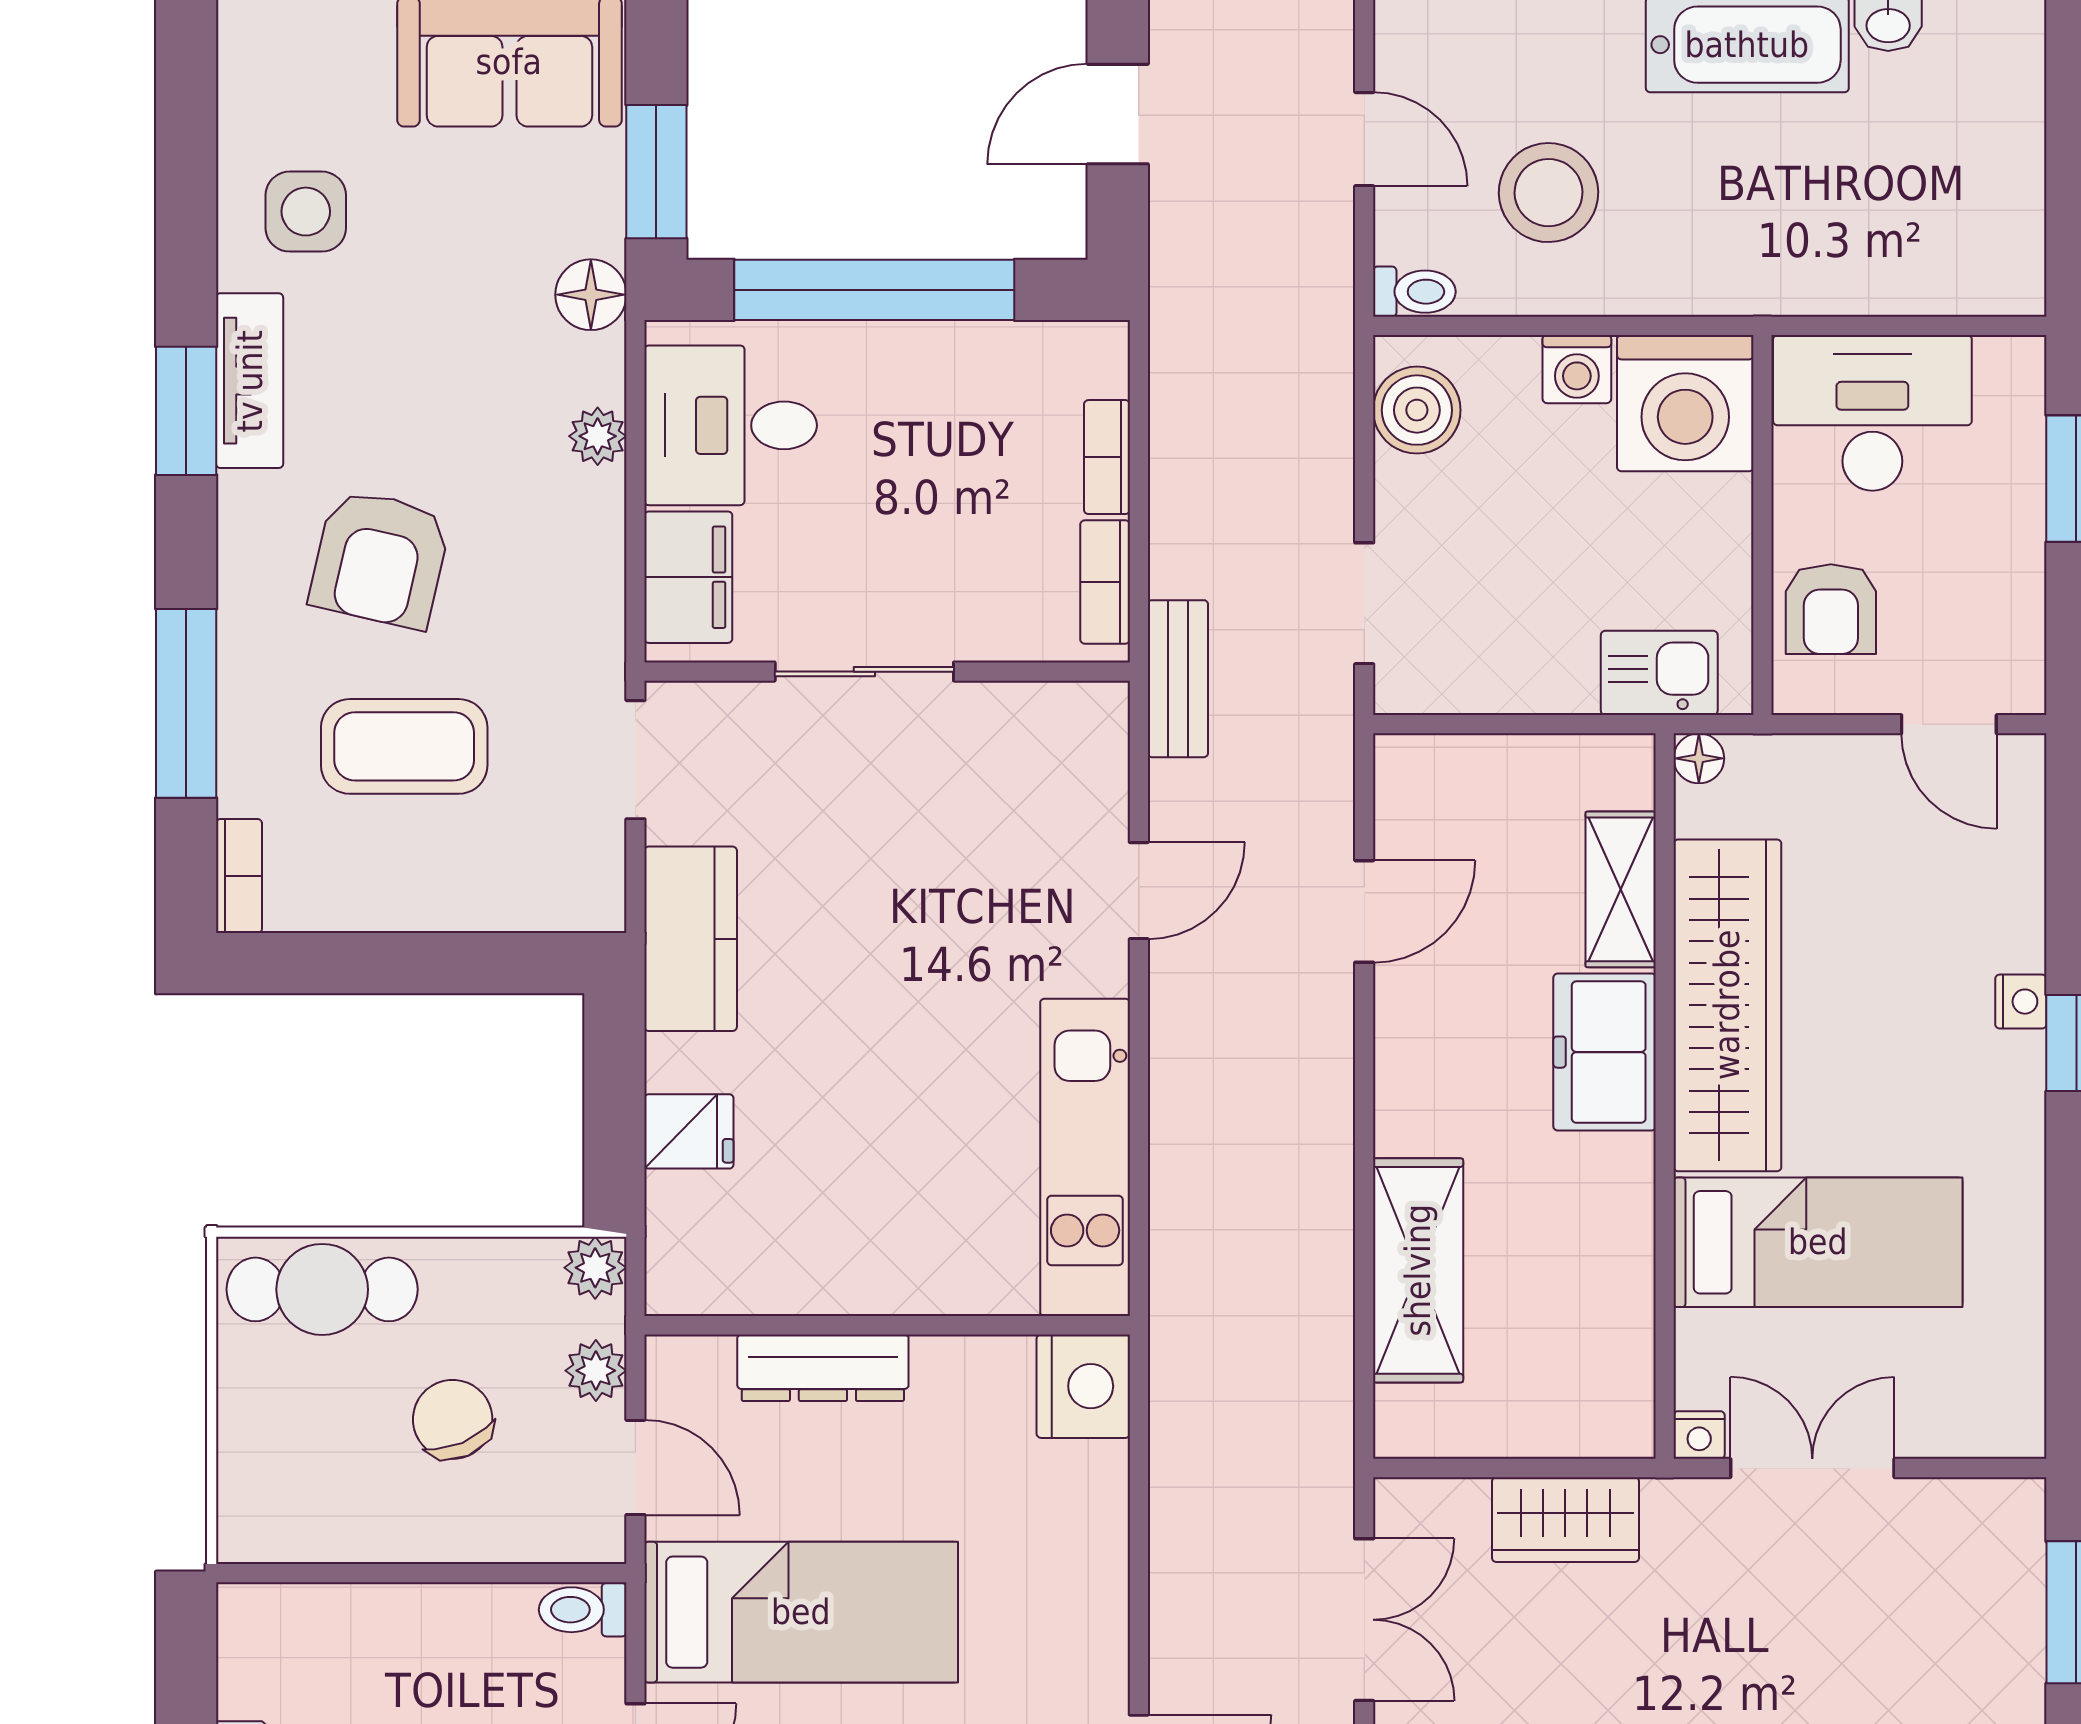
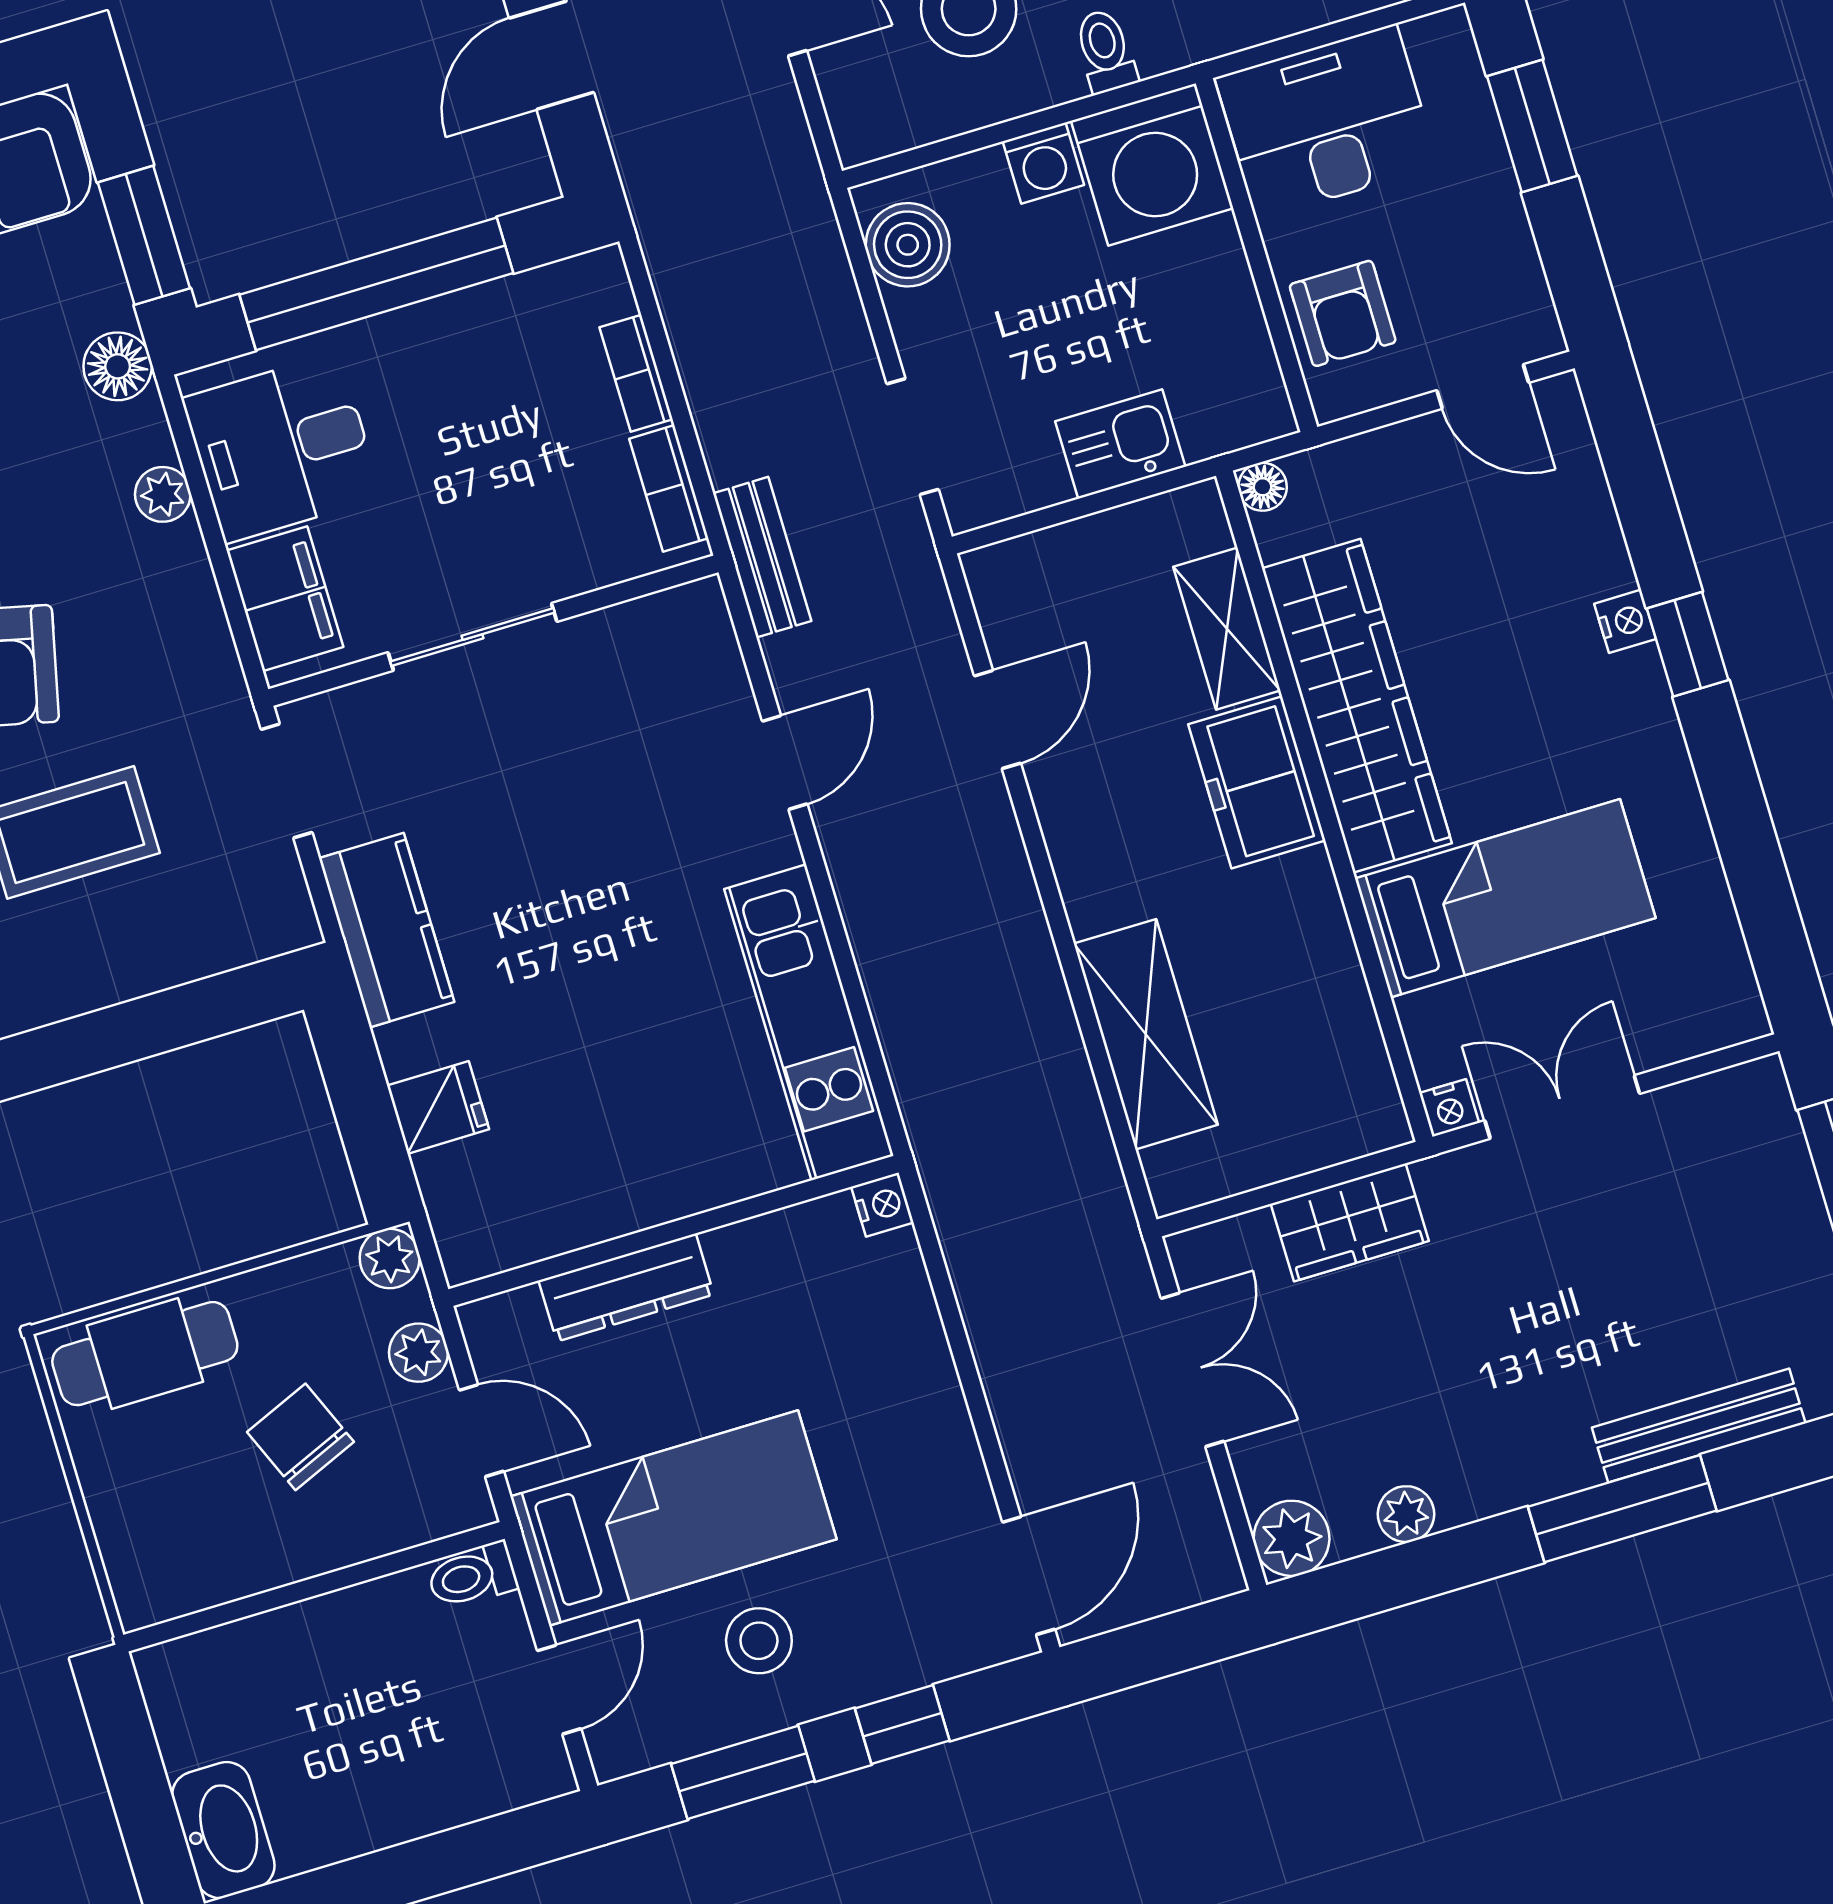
toilet: (1414, 292) -> (1105, 51), moved, turned -90
kitchen sink: (1659, 673) -> (1120, 444), moved
nightstand: (1083, 1386) -> (882, 1205), width x0.53, depth x0.56

